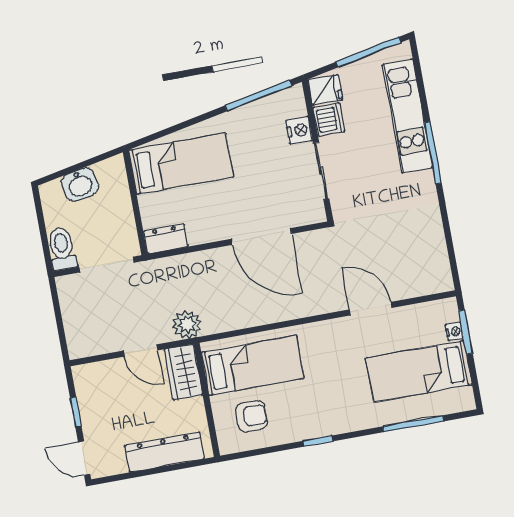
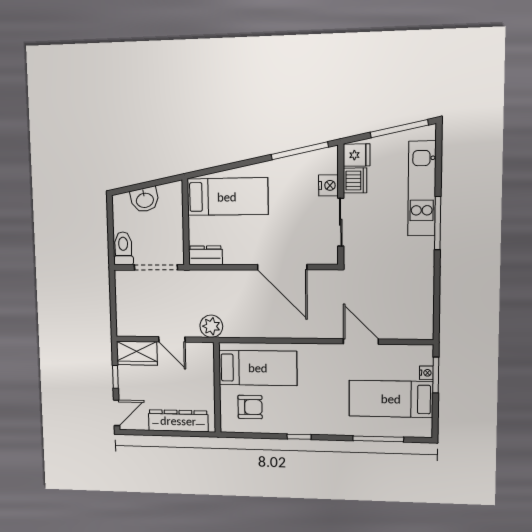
wardrobe: (183, 372) -> (137, 353), moved, turned -90
door: (84, 458) -> (117, 413), swing flipped

